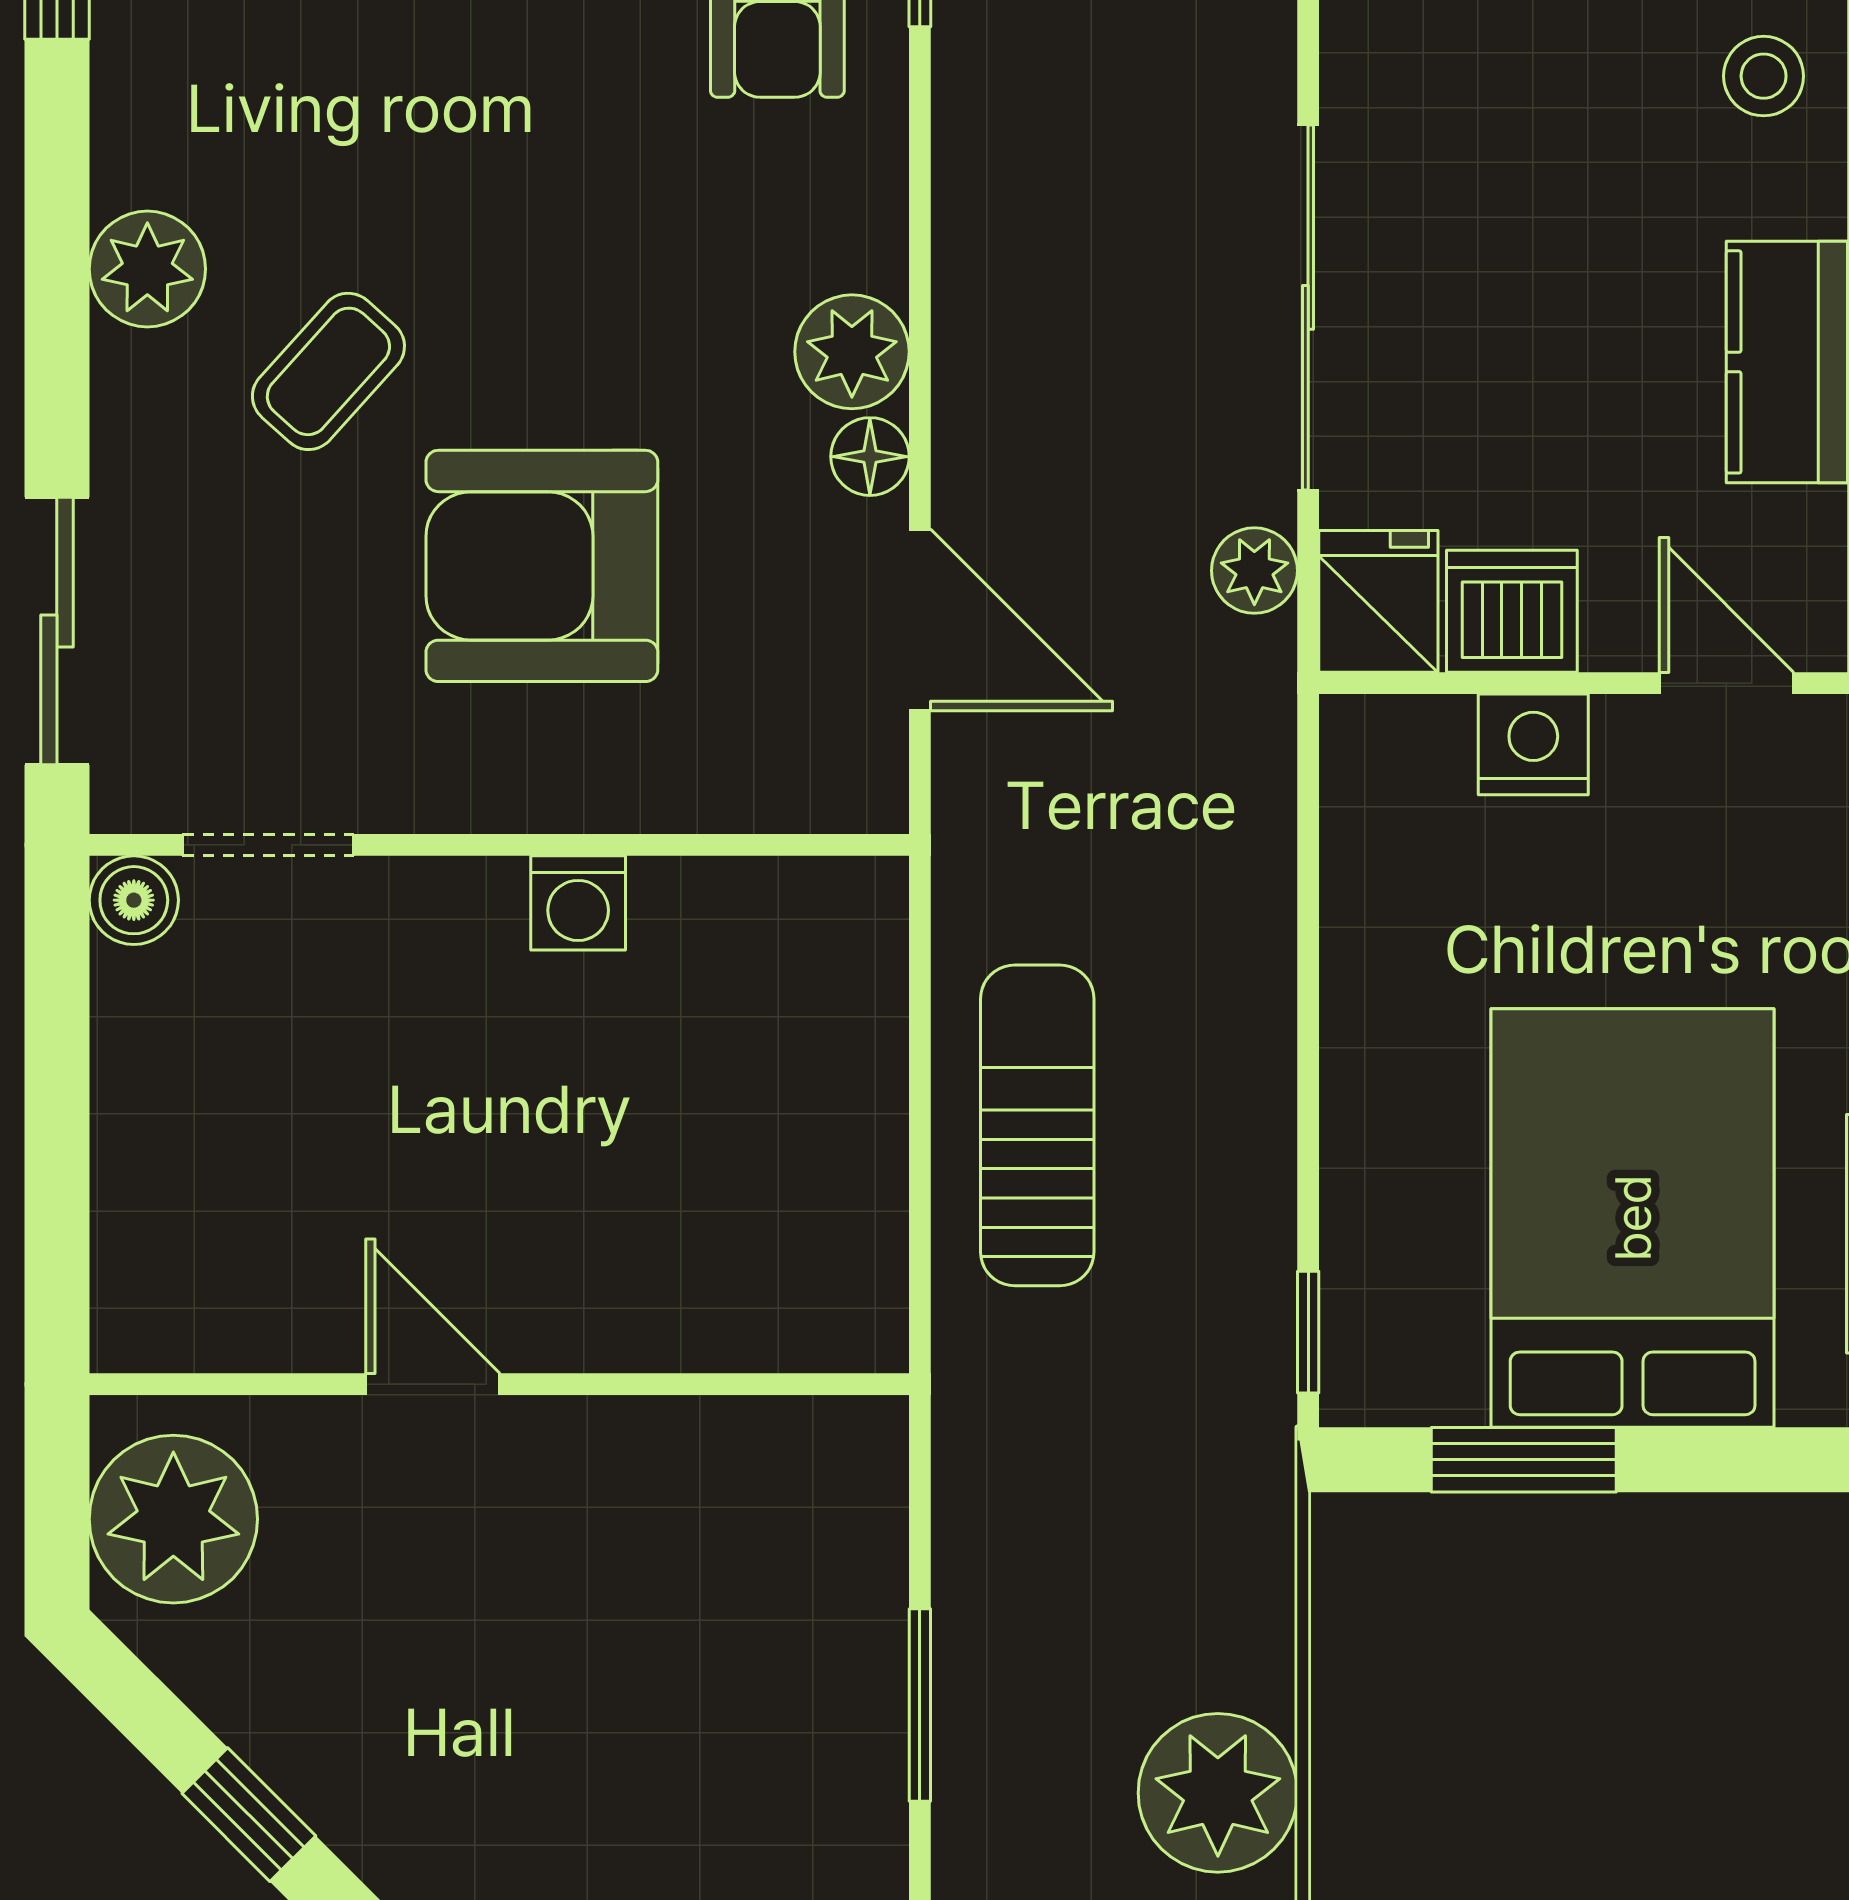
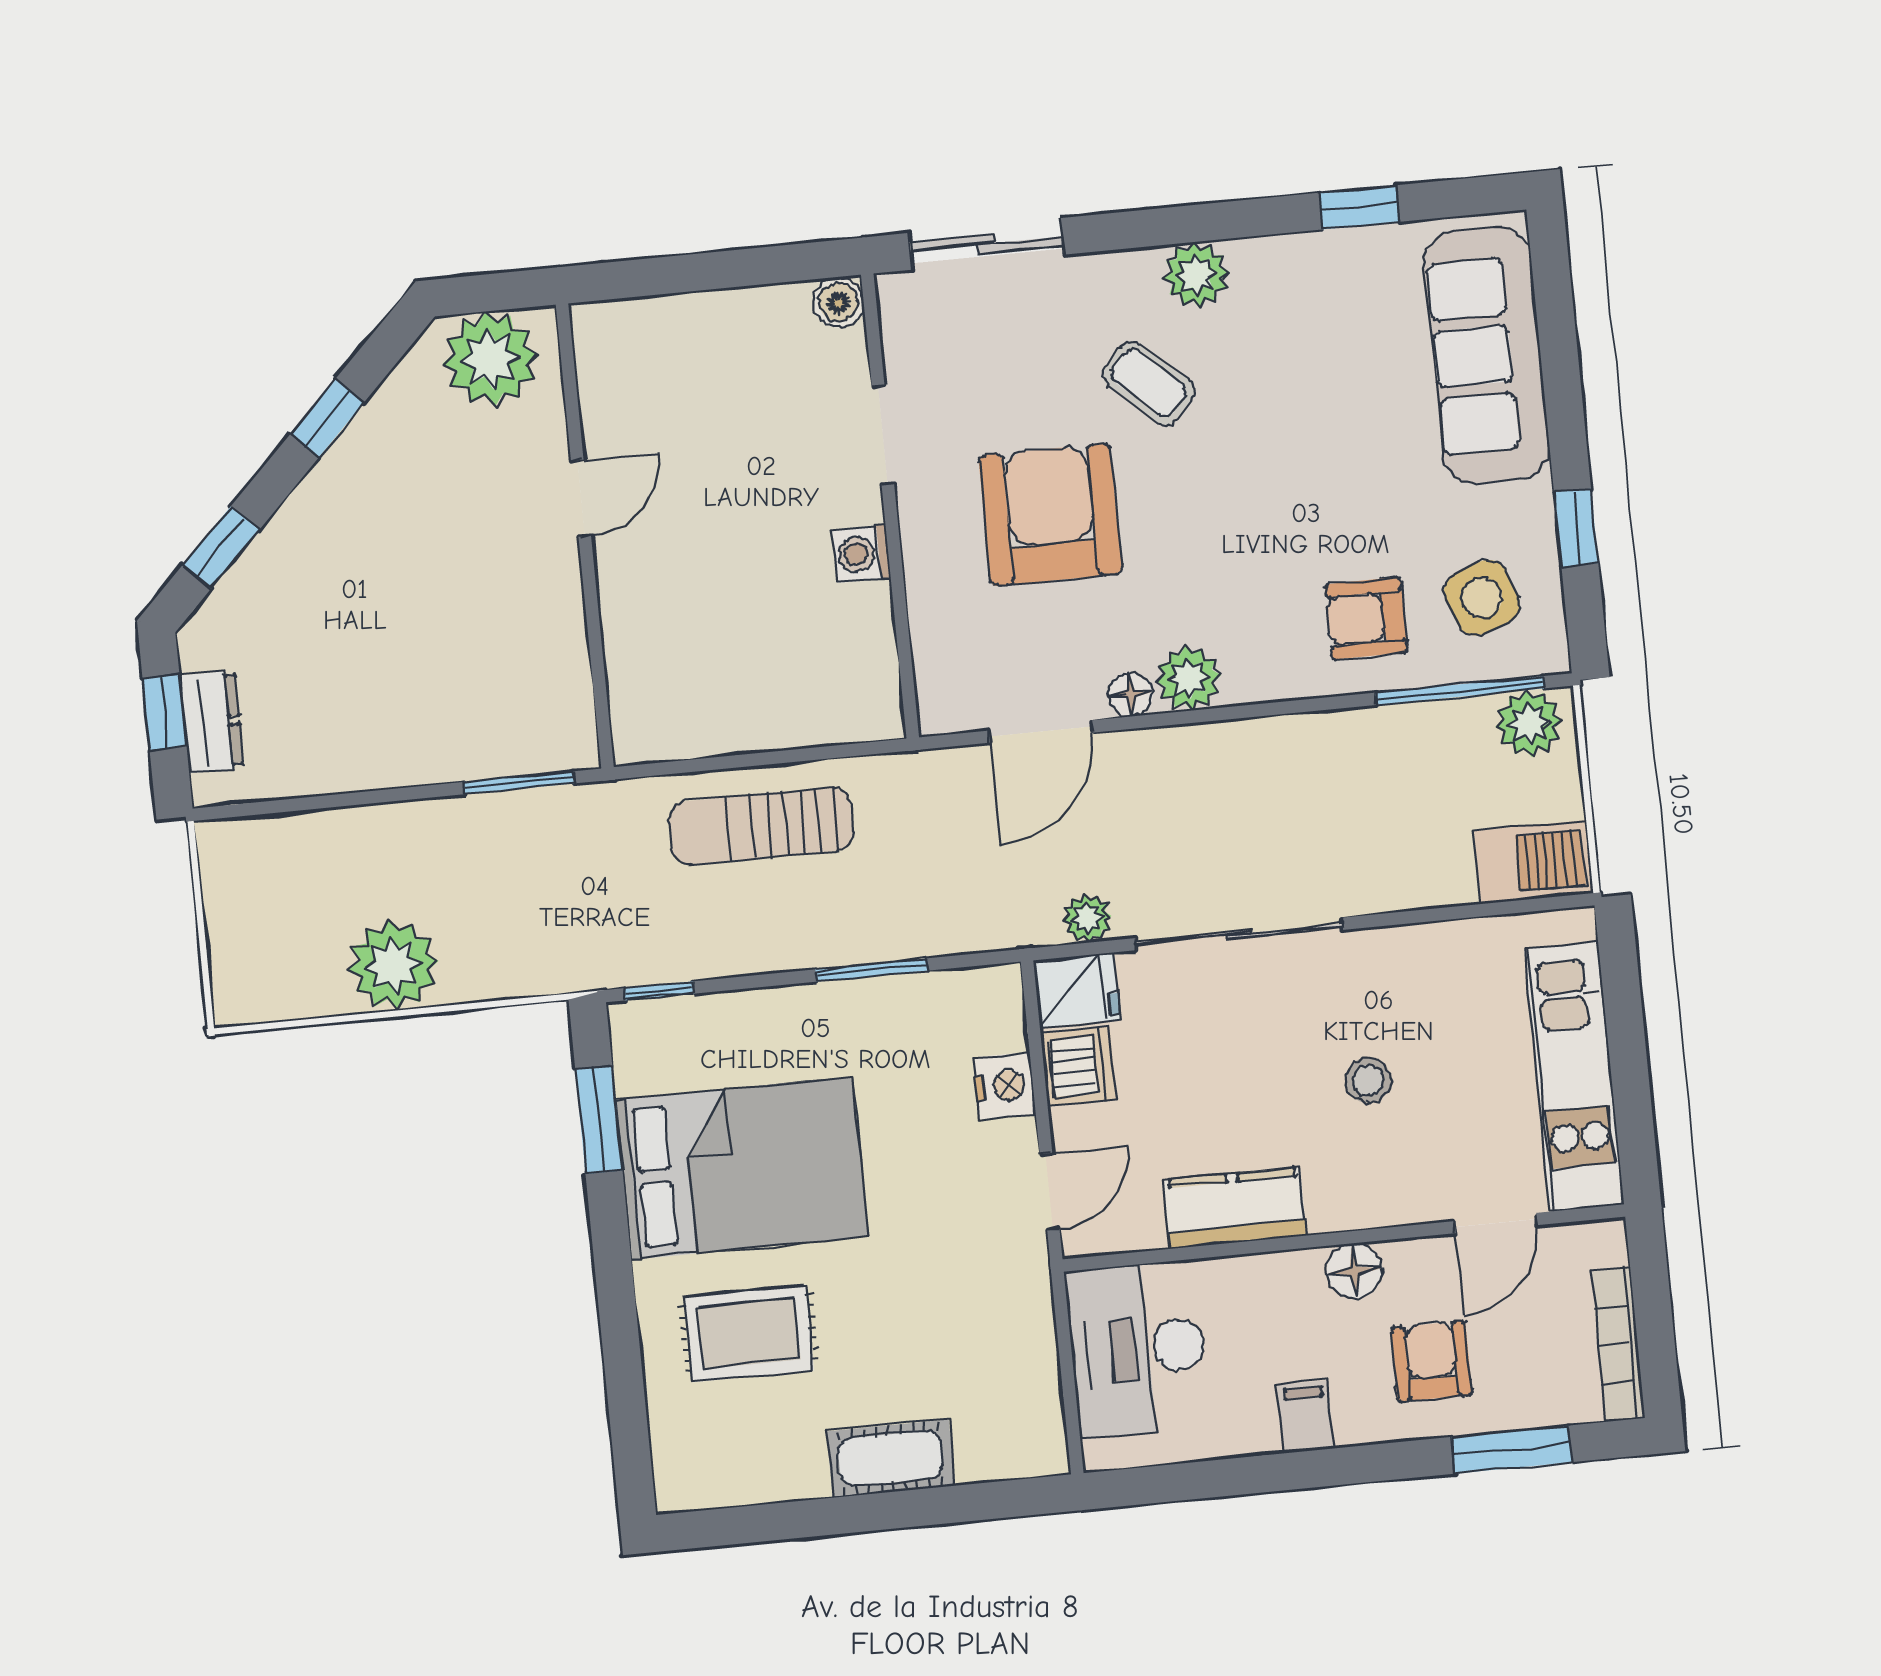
stool: (1764, 76) -> (1368, 1080), moved
doorway: (268, 845) -> (883, 435), moved
window: (1308, 956) -> (872, 970), added
sun lounger: (1037, 1125) -> (761, 826), turned 180
window: (920, 1705) -> (519, 783), moved

